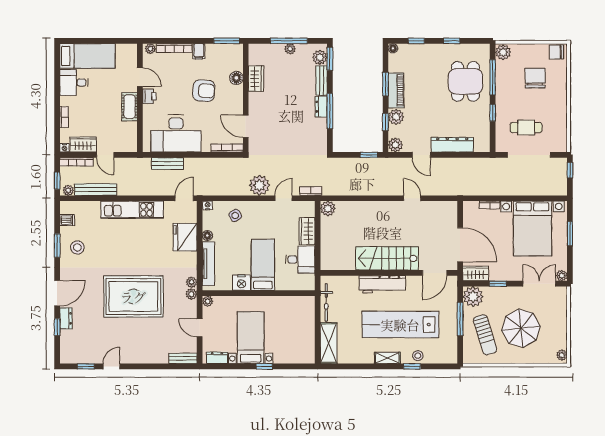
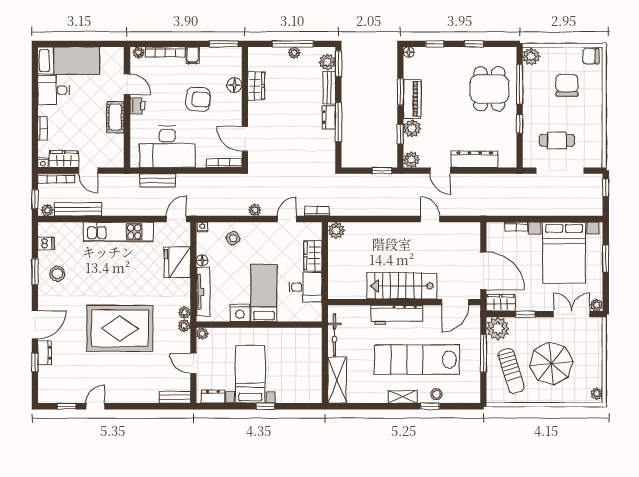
plant: (259, 185) -> (255, 210), width x0.53, depth x0.53

